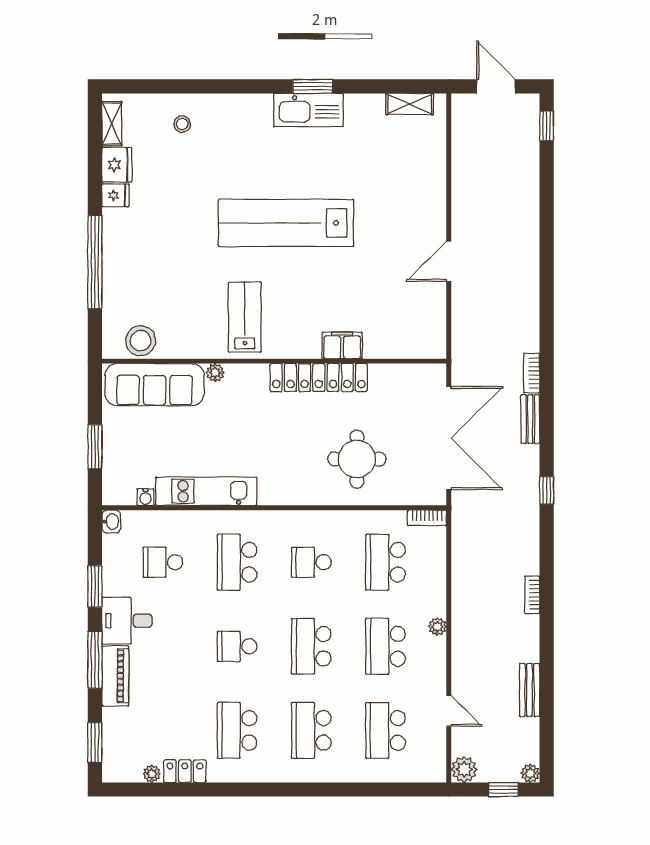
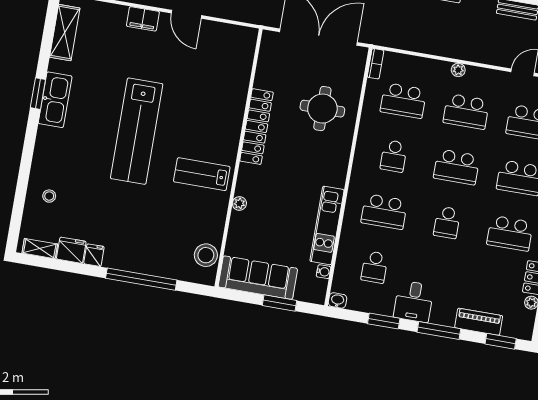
shelving: (410, 104) -> (65, 33), width x1.50, depth x1.33
filing cabinet: (342, 345) -> (143, 19), moved, turned -90
sofa: (154, 385) -> (258, 278), moved, turned -90
piano: (115, 676) -> (479, 322), moved

